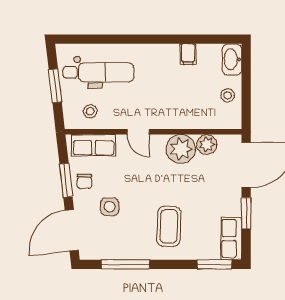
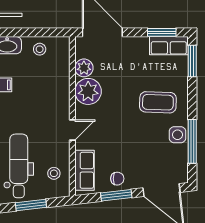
side table: (110, 207) -> (177, 135), moved
window: (246, 213) -> (162, 32), moved

